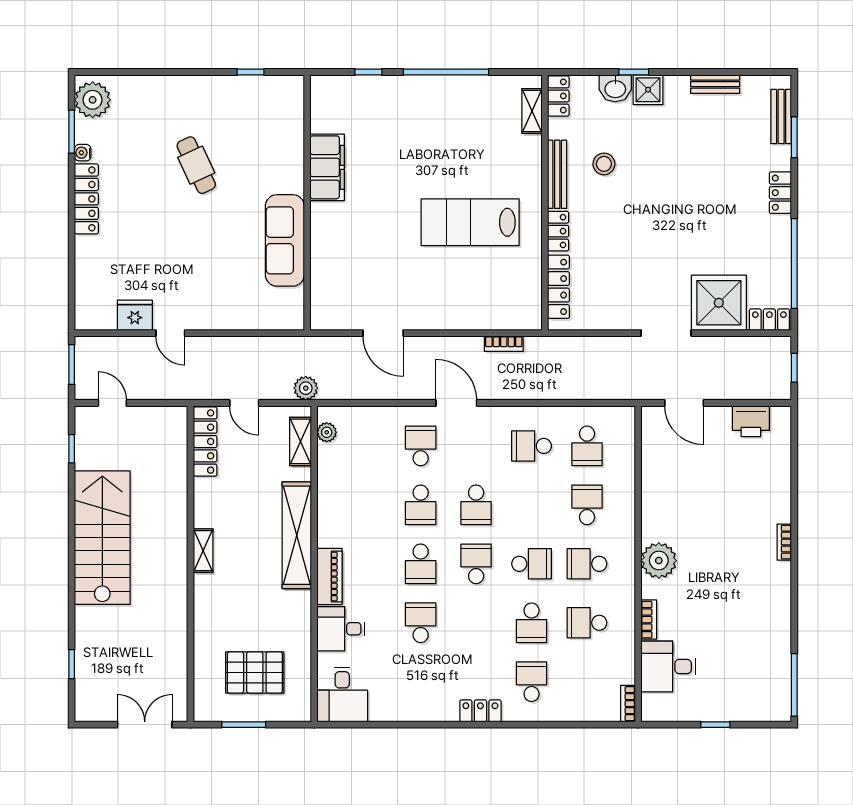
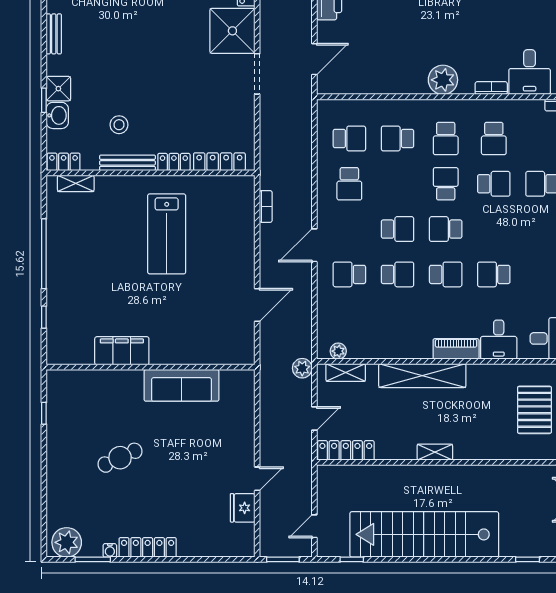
stairs: (102, 538) -> (424, 534), width x1.36

